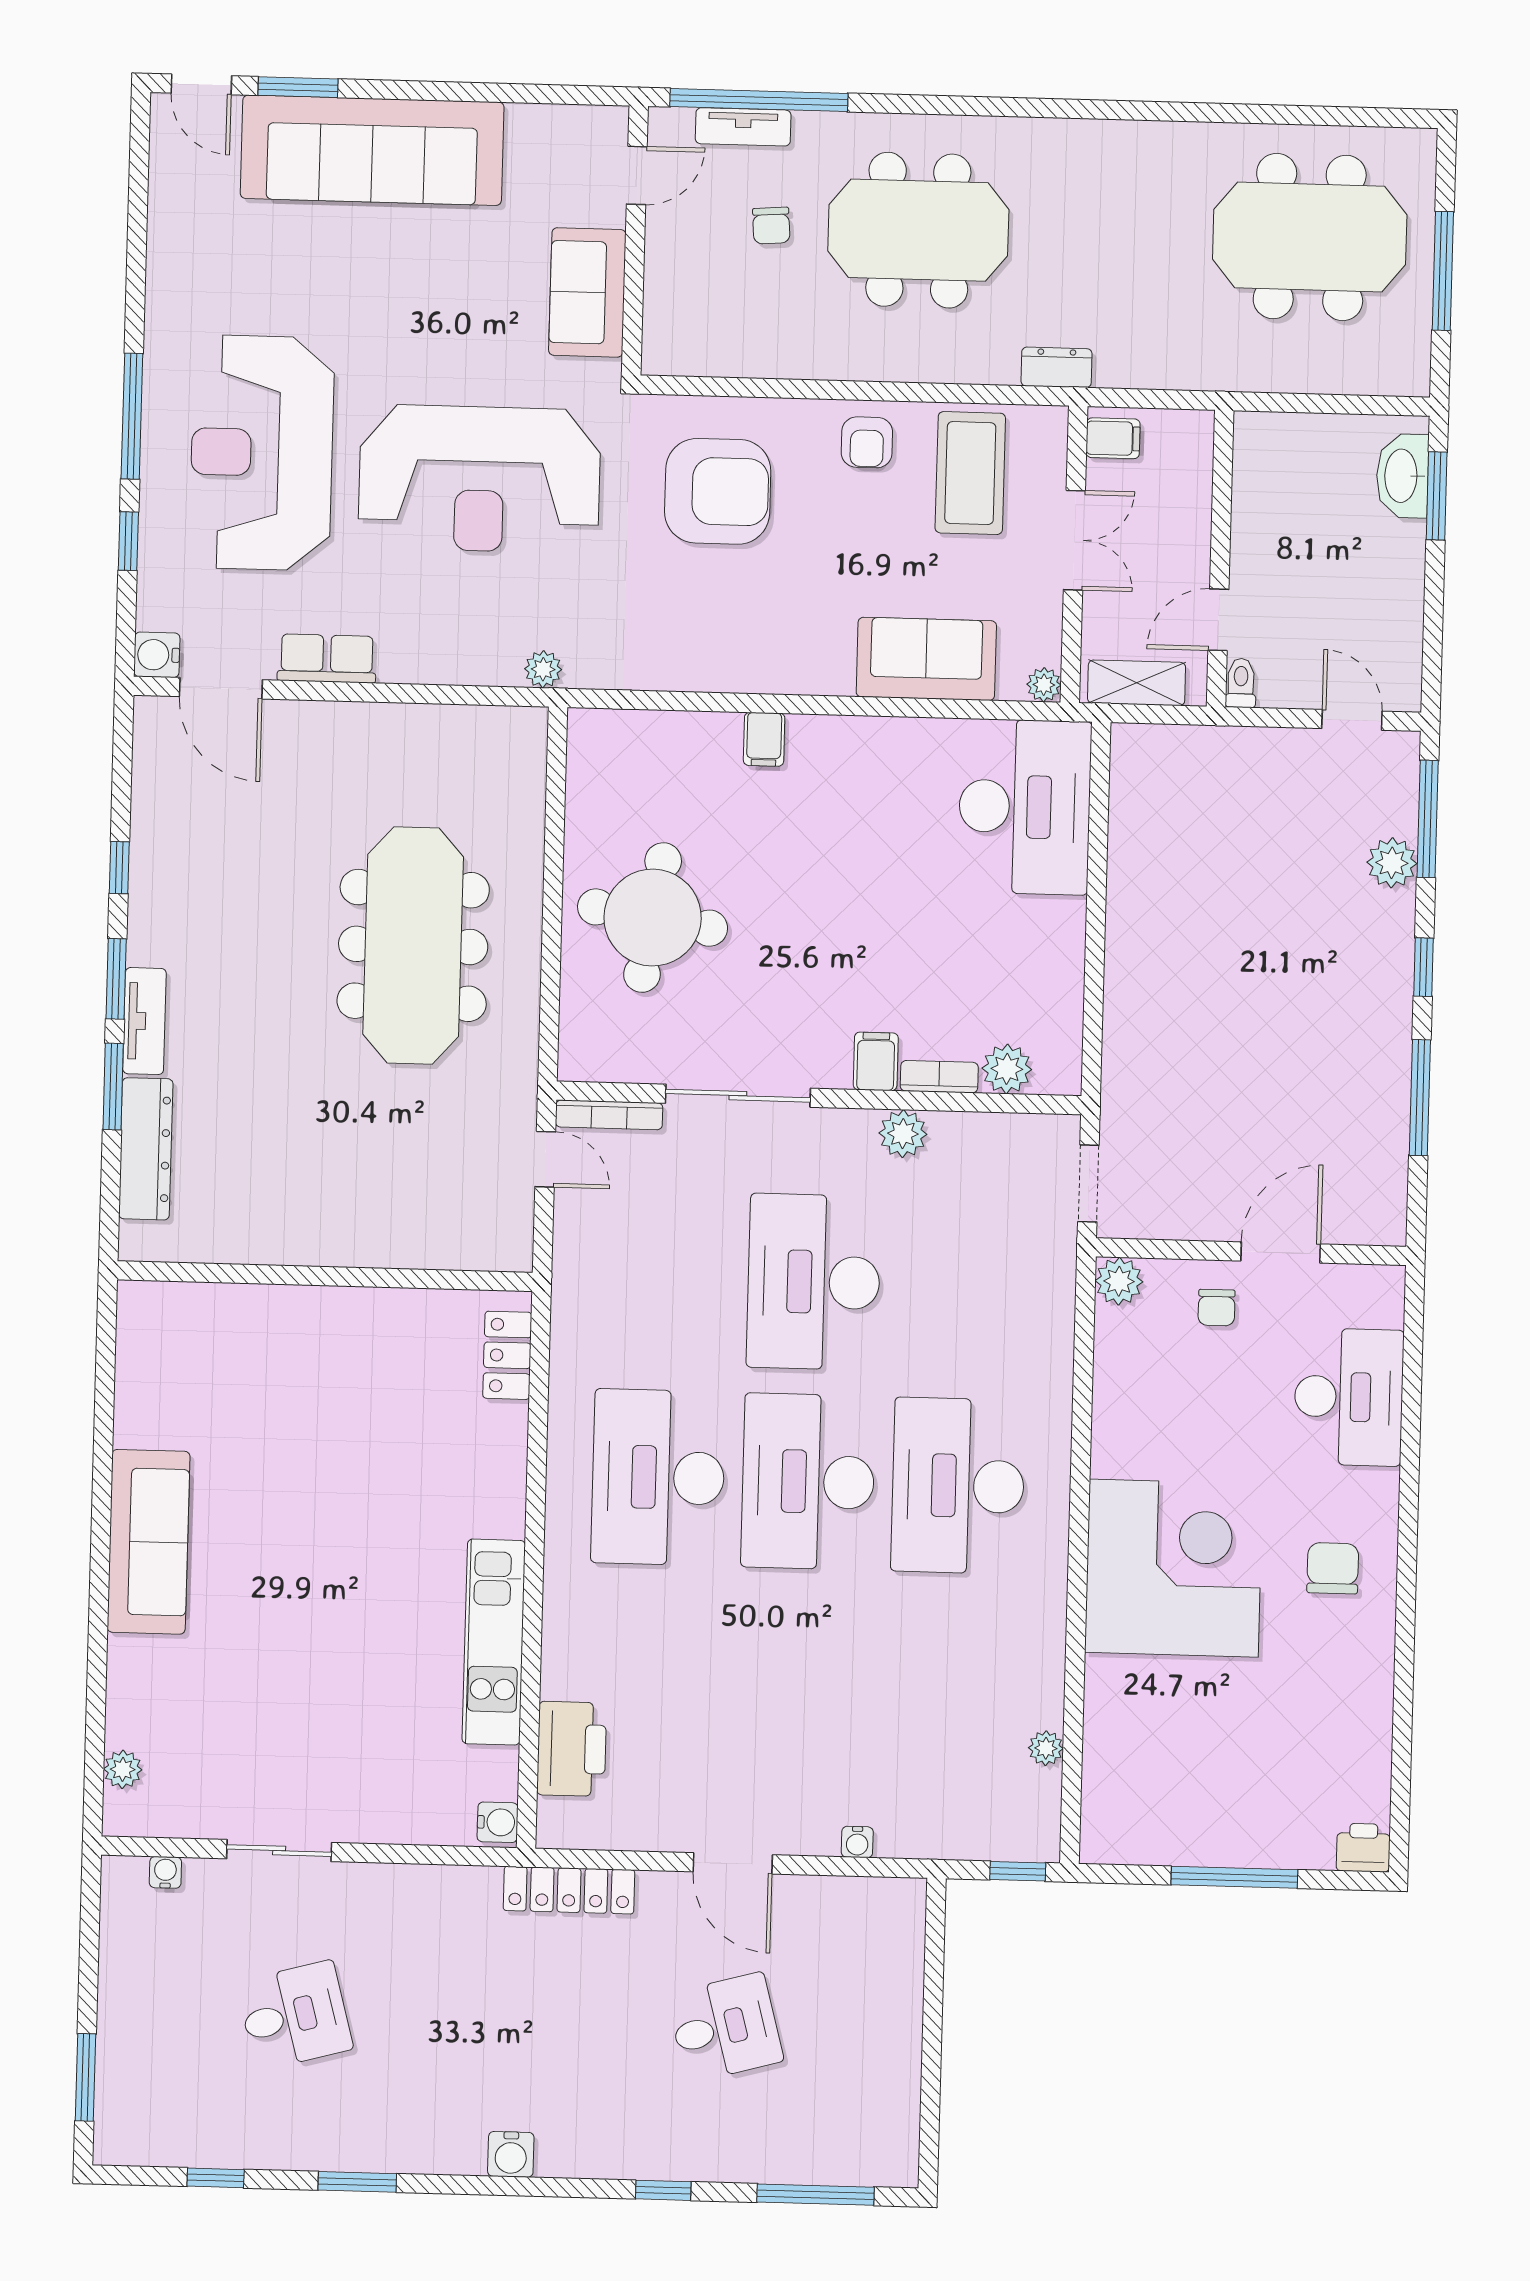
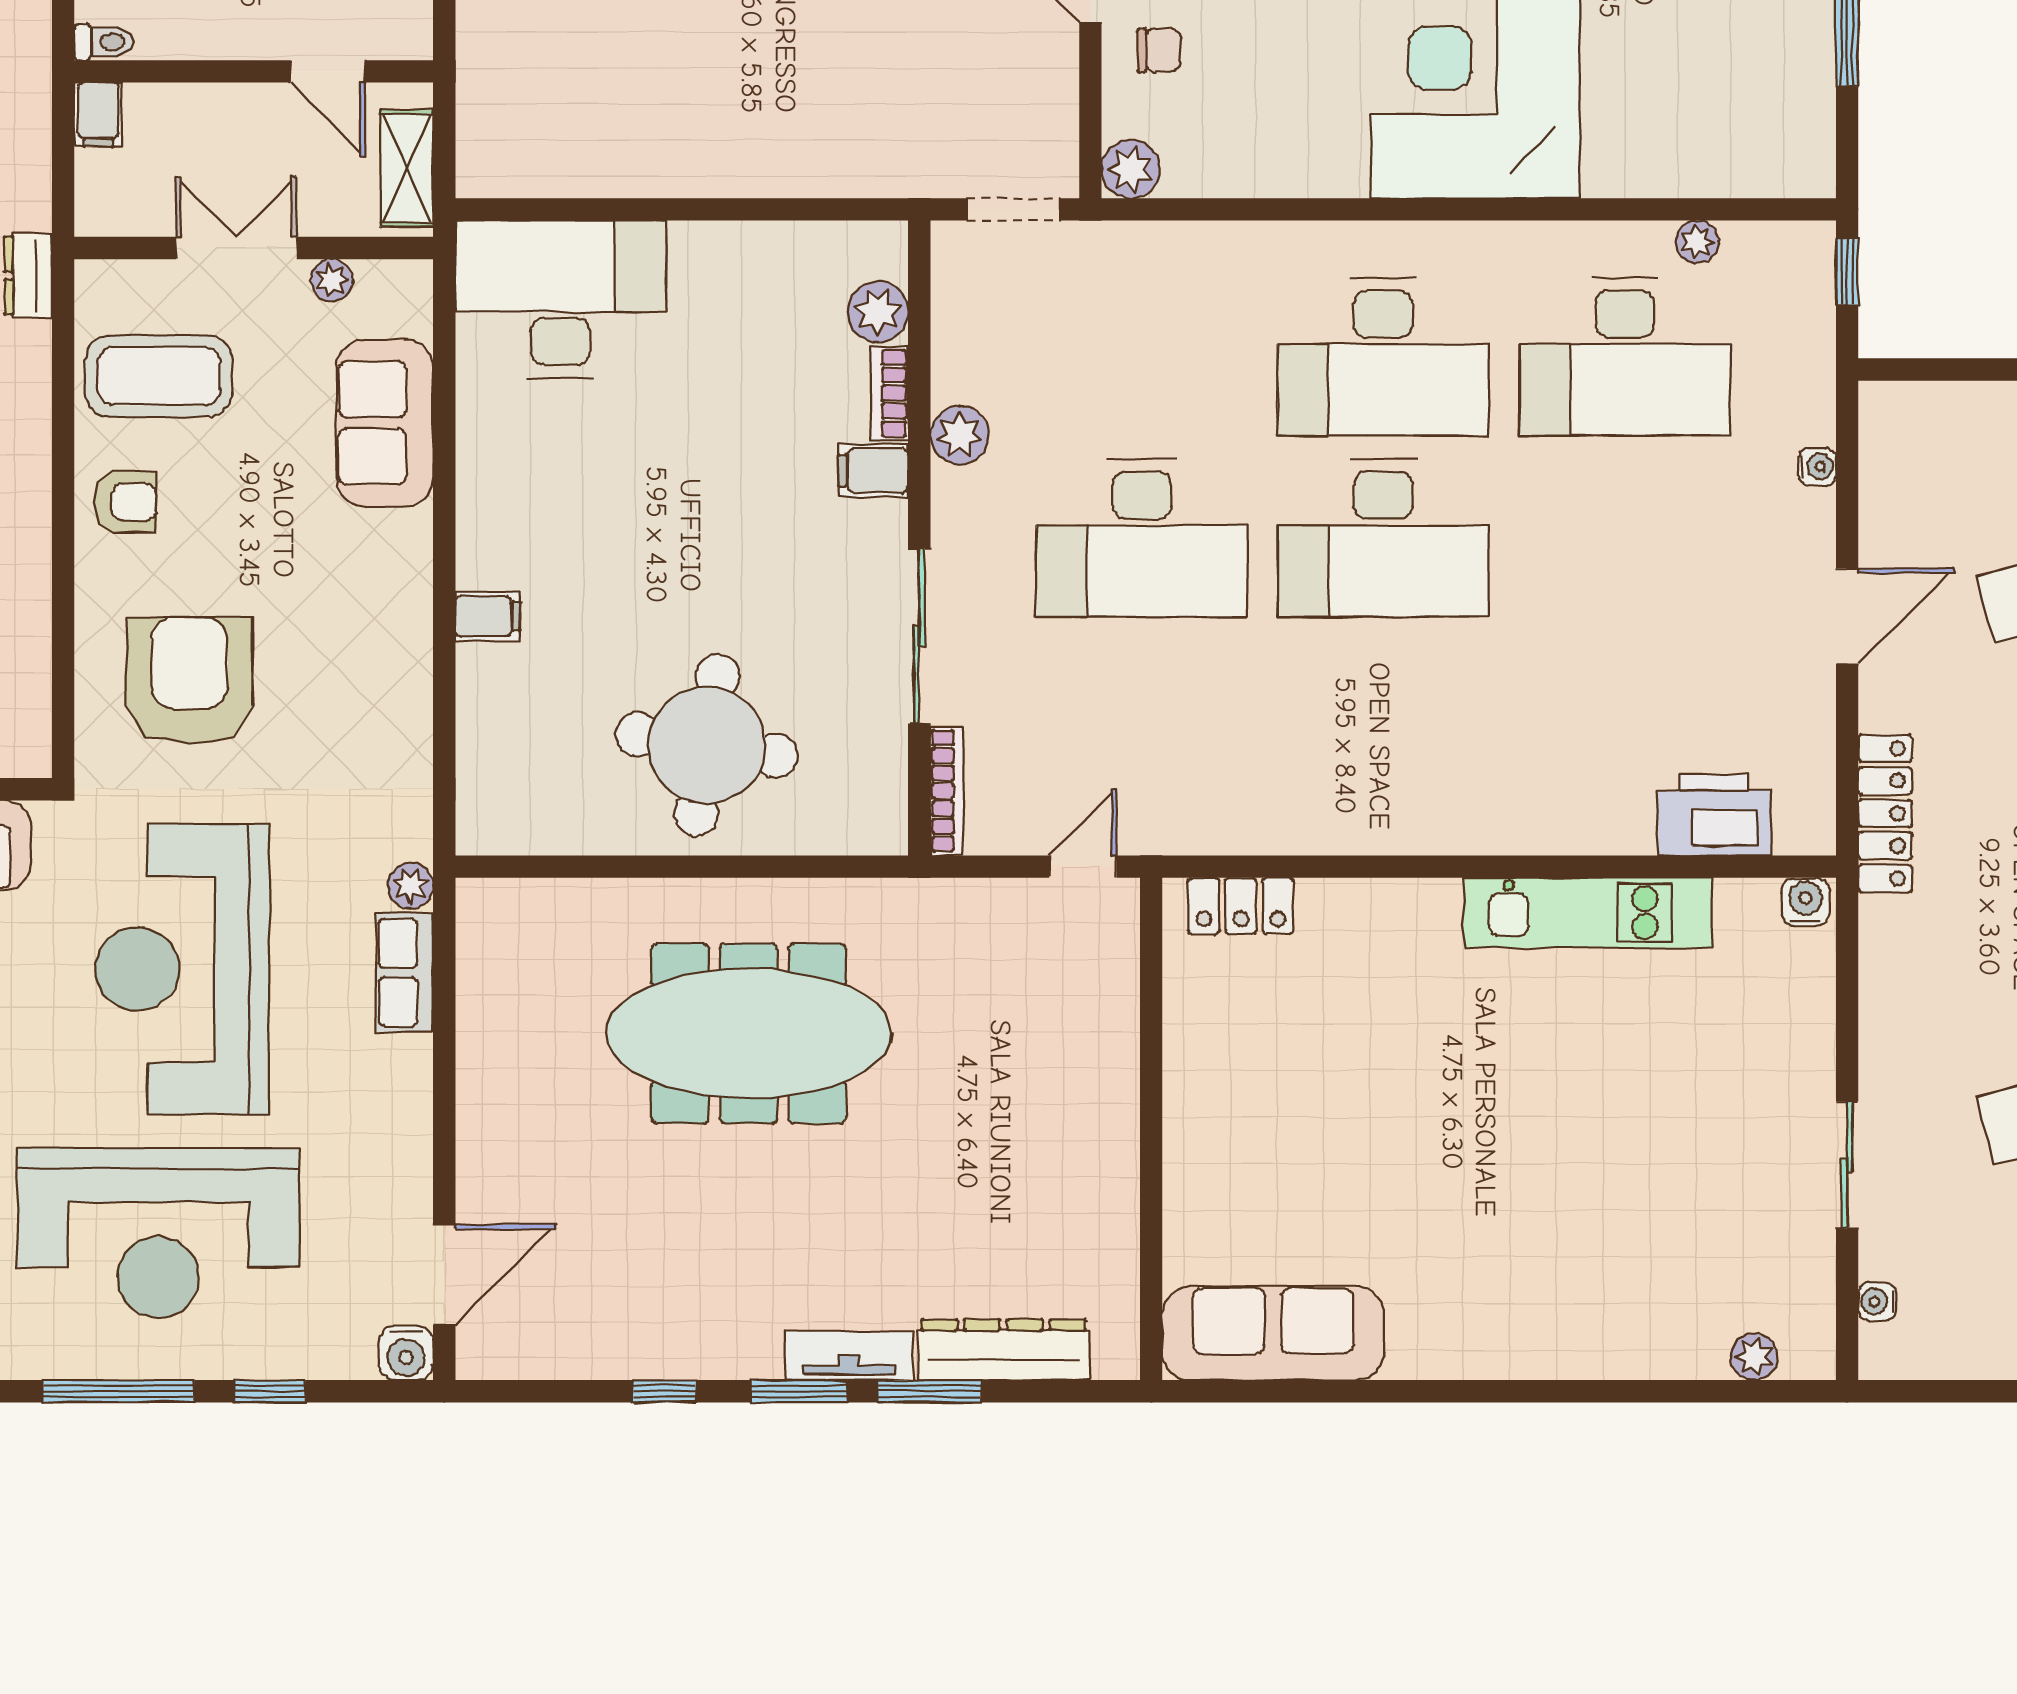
filing cabinet: (1113, 438) -> (98, 115), moved, turned 180
reception desk: (479, 479) -> (183, 969), turned 180
row of seats: (327, 659) -> (405, 972), moved
toilet: (1241, 683) -> (104, 42), moved, turned 180
plant: (1044, 685) -> (332, 280), moved
door: (545, 1159) -> (1083, 867), moved
desk: (658, 1477) -> (1625, 357), moved
sofa: (149, 1542) -> (1273, 1333), moved

